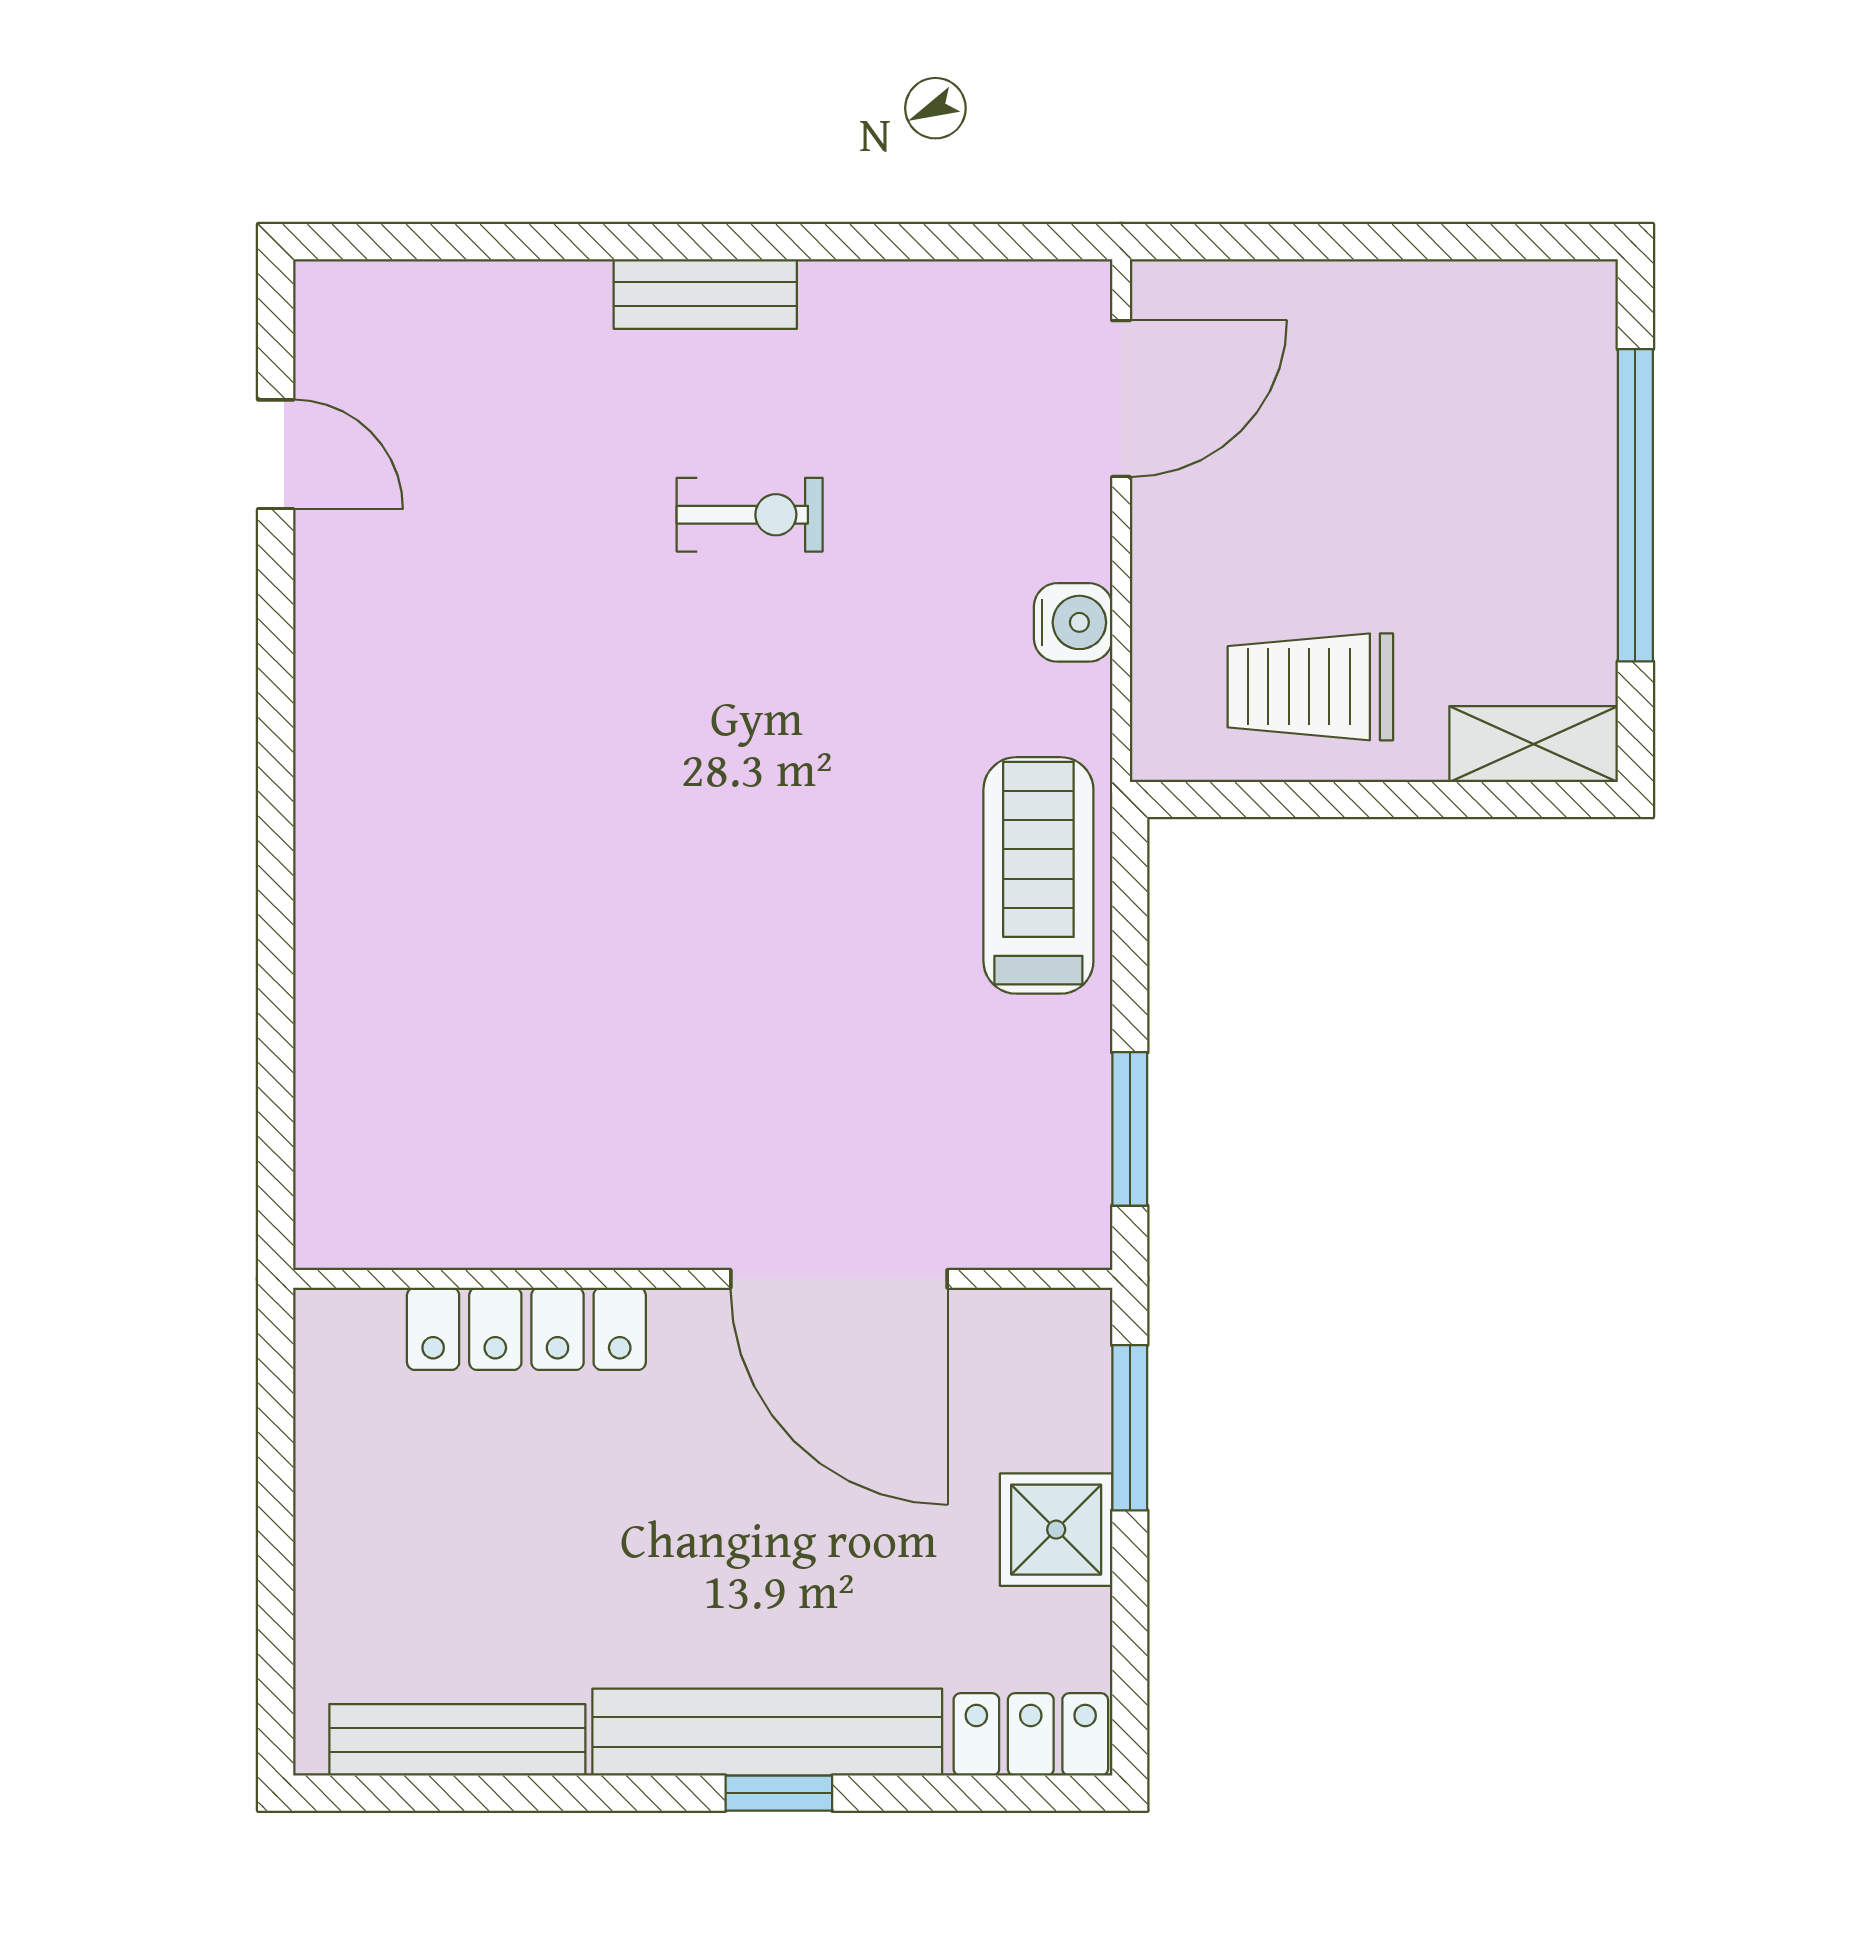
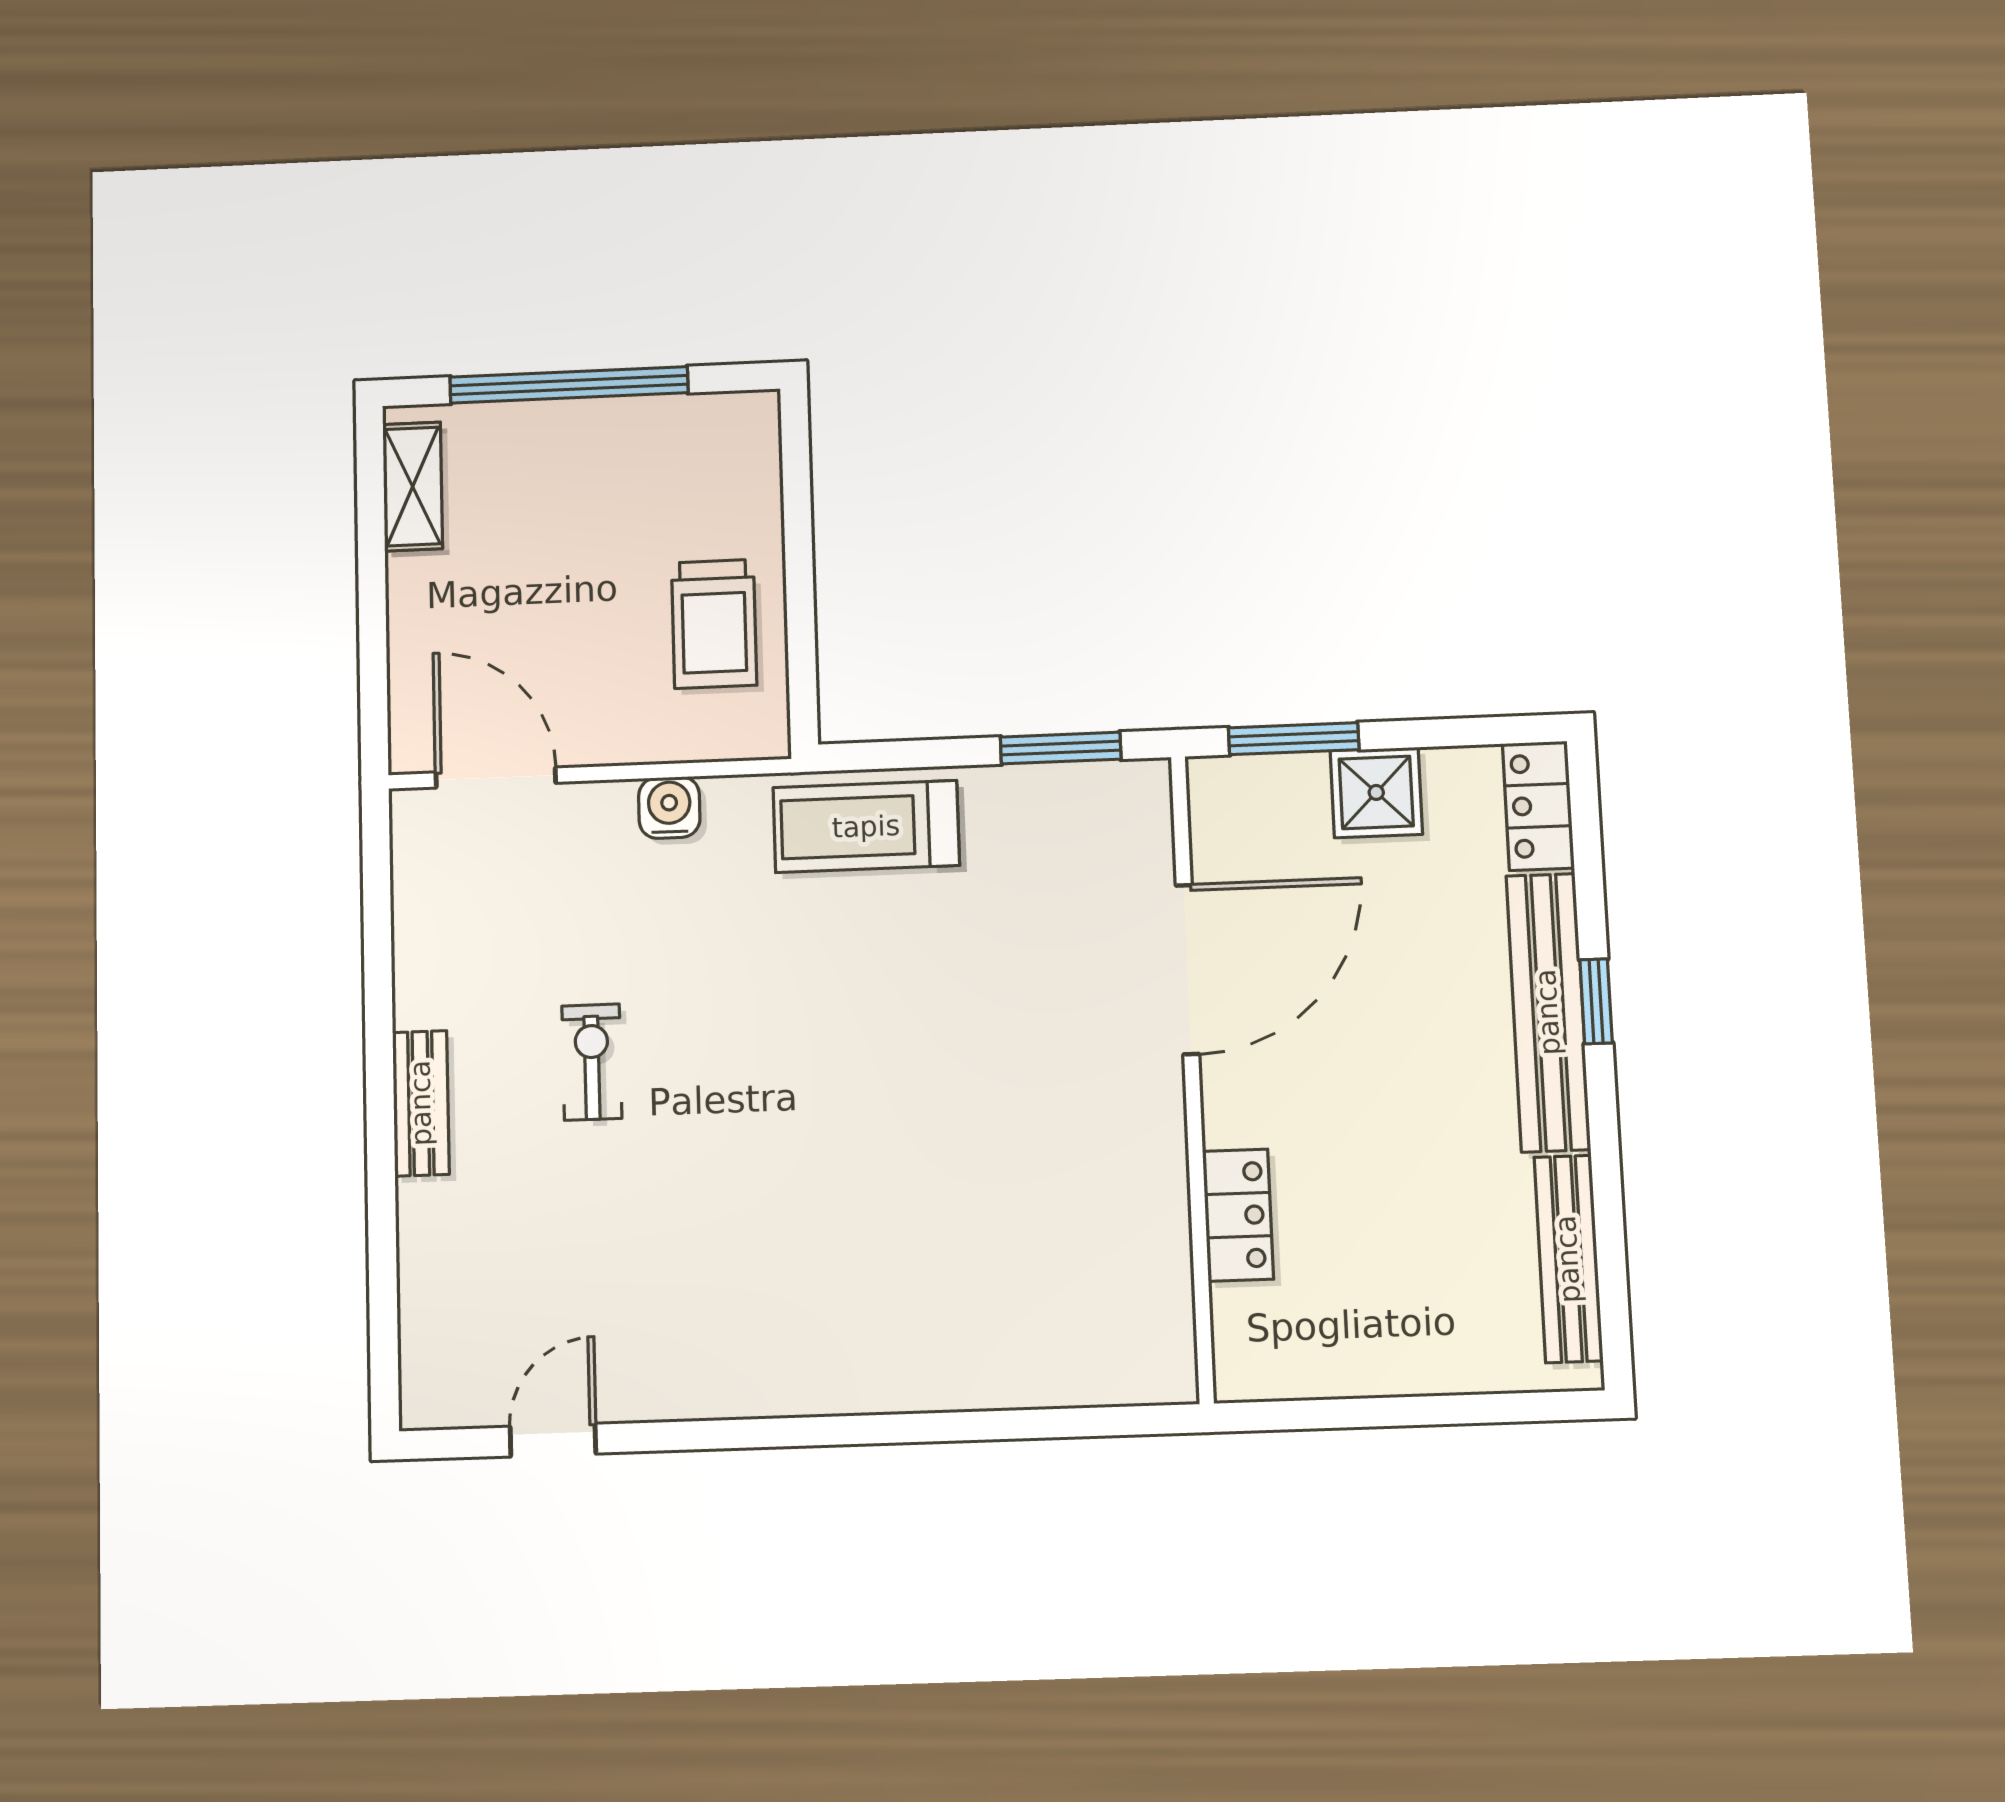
shelving: (1534, 744) -> (413, 486), moved
locker: (526, 1329) -> (1238, 1215), width x0.66

